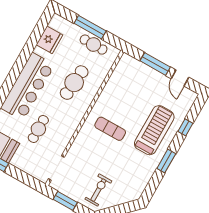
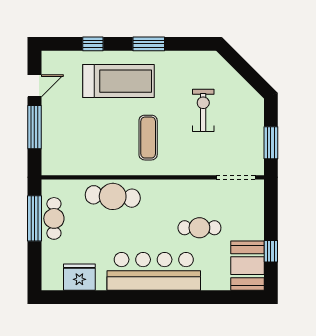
window: (90, 27) -> (34, 218), moved
cafe table: (74, 83) -> (113, 196), moved
treadmill: (154, 130) -> (118, 81), turned 180
exercise bike: (98, 190) -> (203, 110), moved, turned 90

